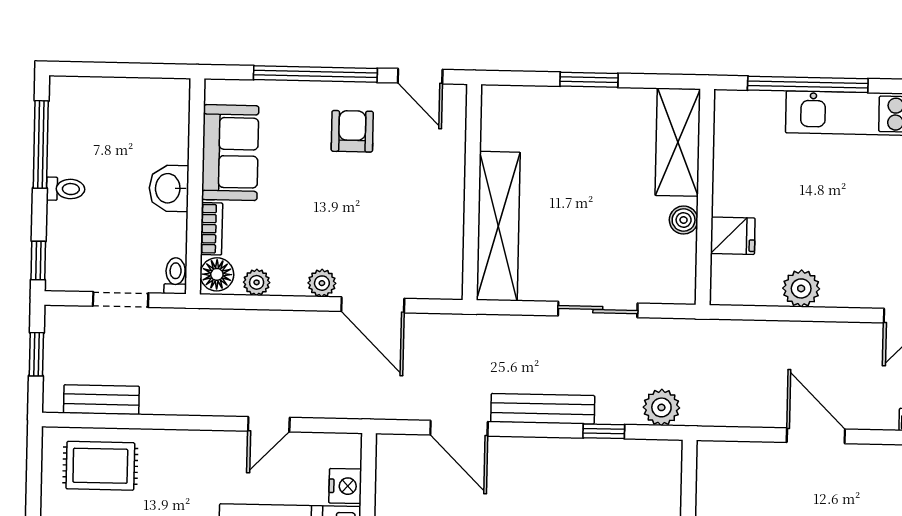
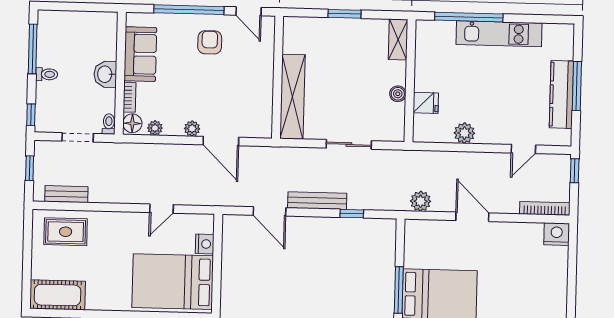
shelving: (678, 142) -> (398, 39), width x0.67, depth x0.75
plant: (661, 407) -> (421, 201), moved

